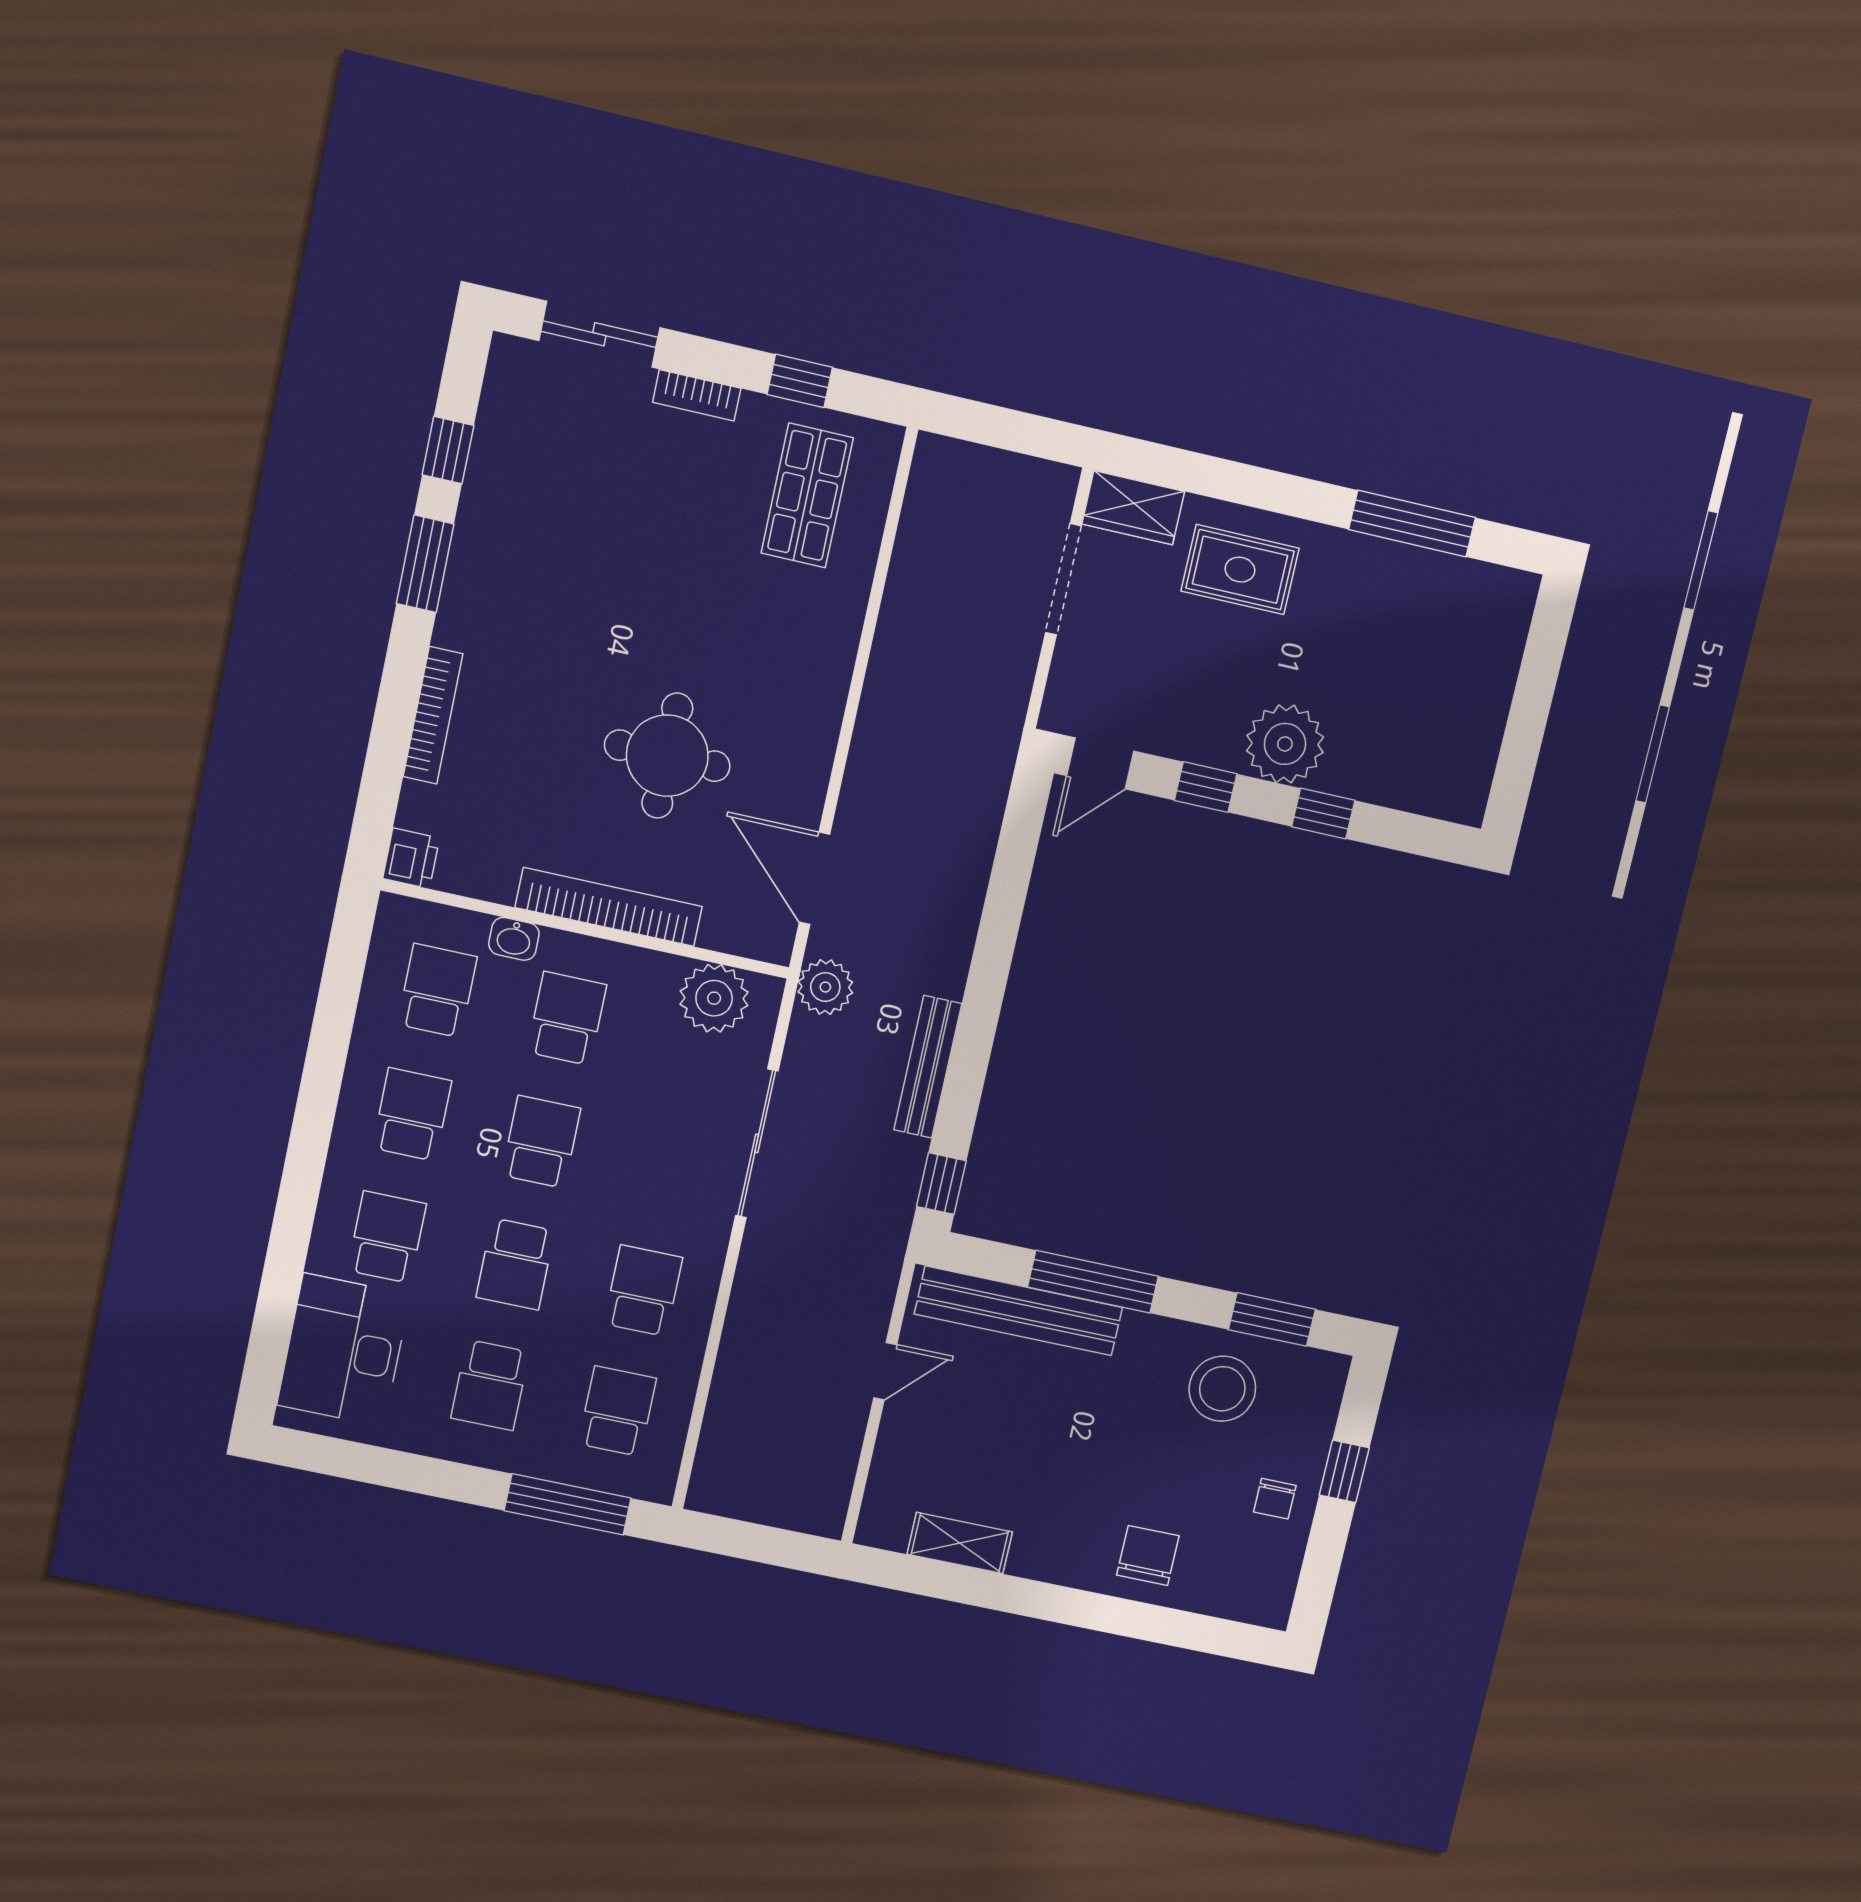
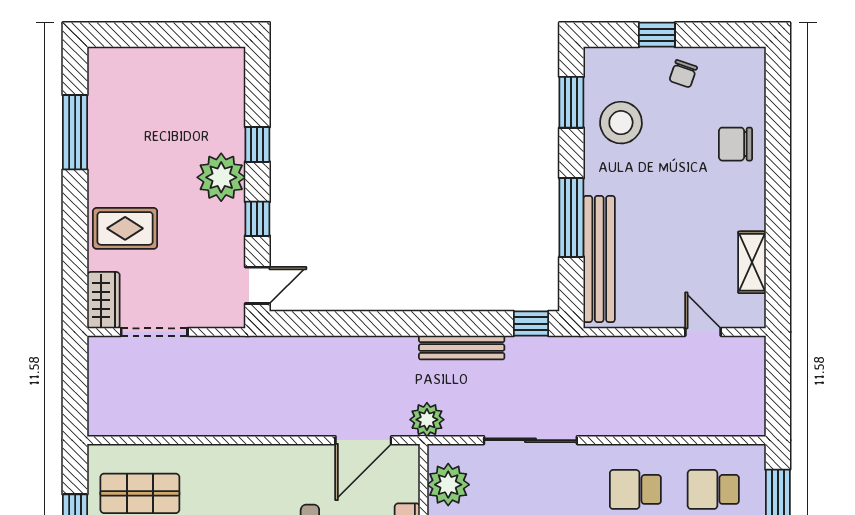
rug: (1240, 570) -> (125, 228), turned 90
door: (1100, 763) -> (257, 285), hinge flipped
door: (885, 1371) -> (703, 332), moved
chair: (1275, 1499) -> (683, 74), turned 109

